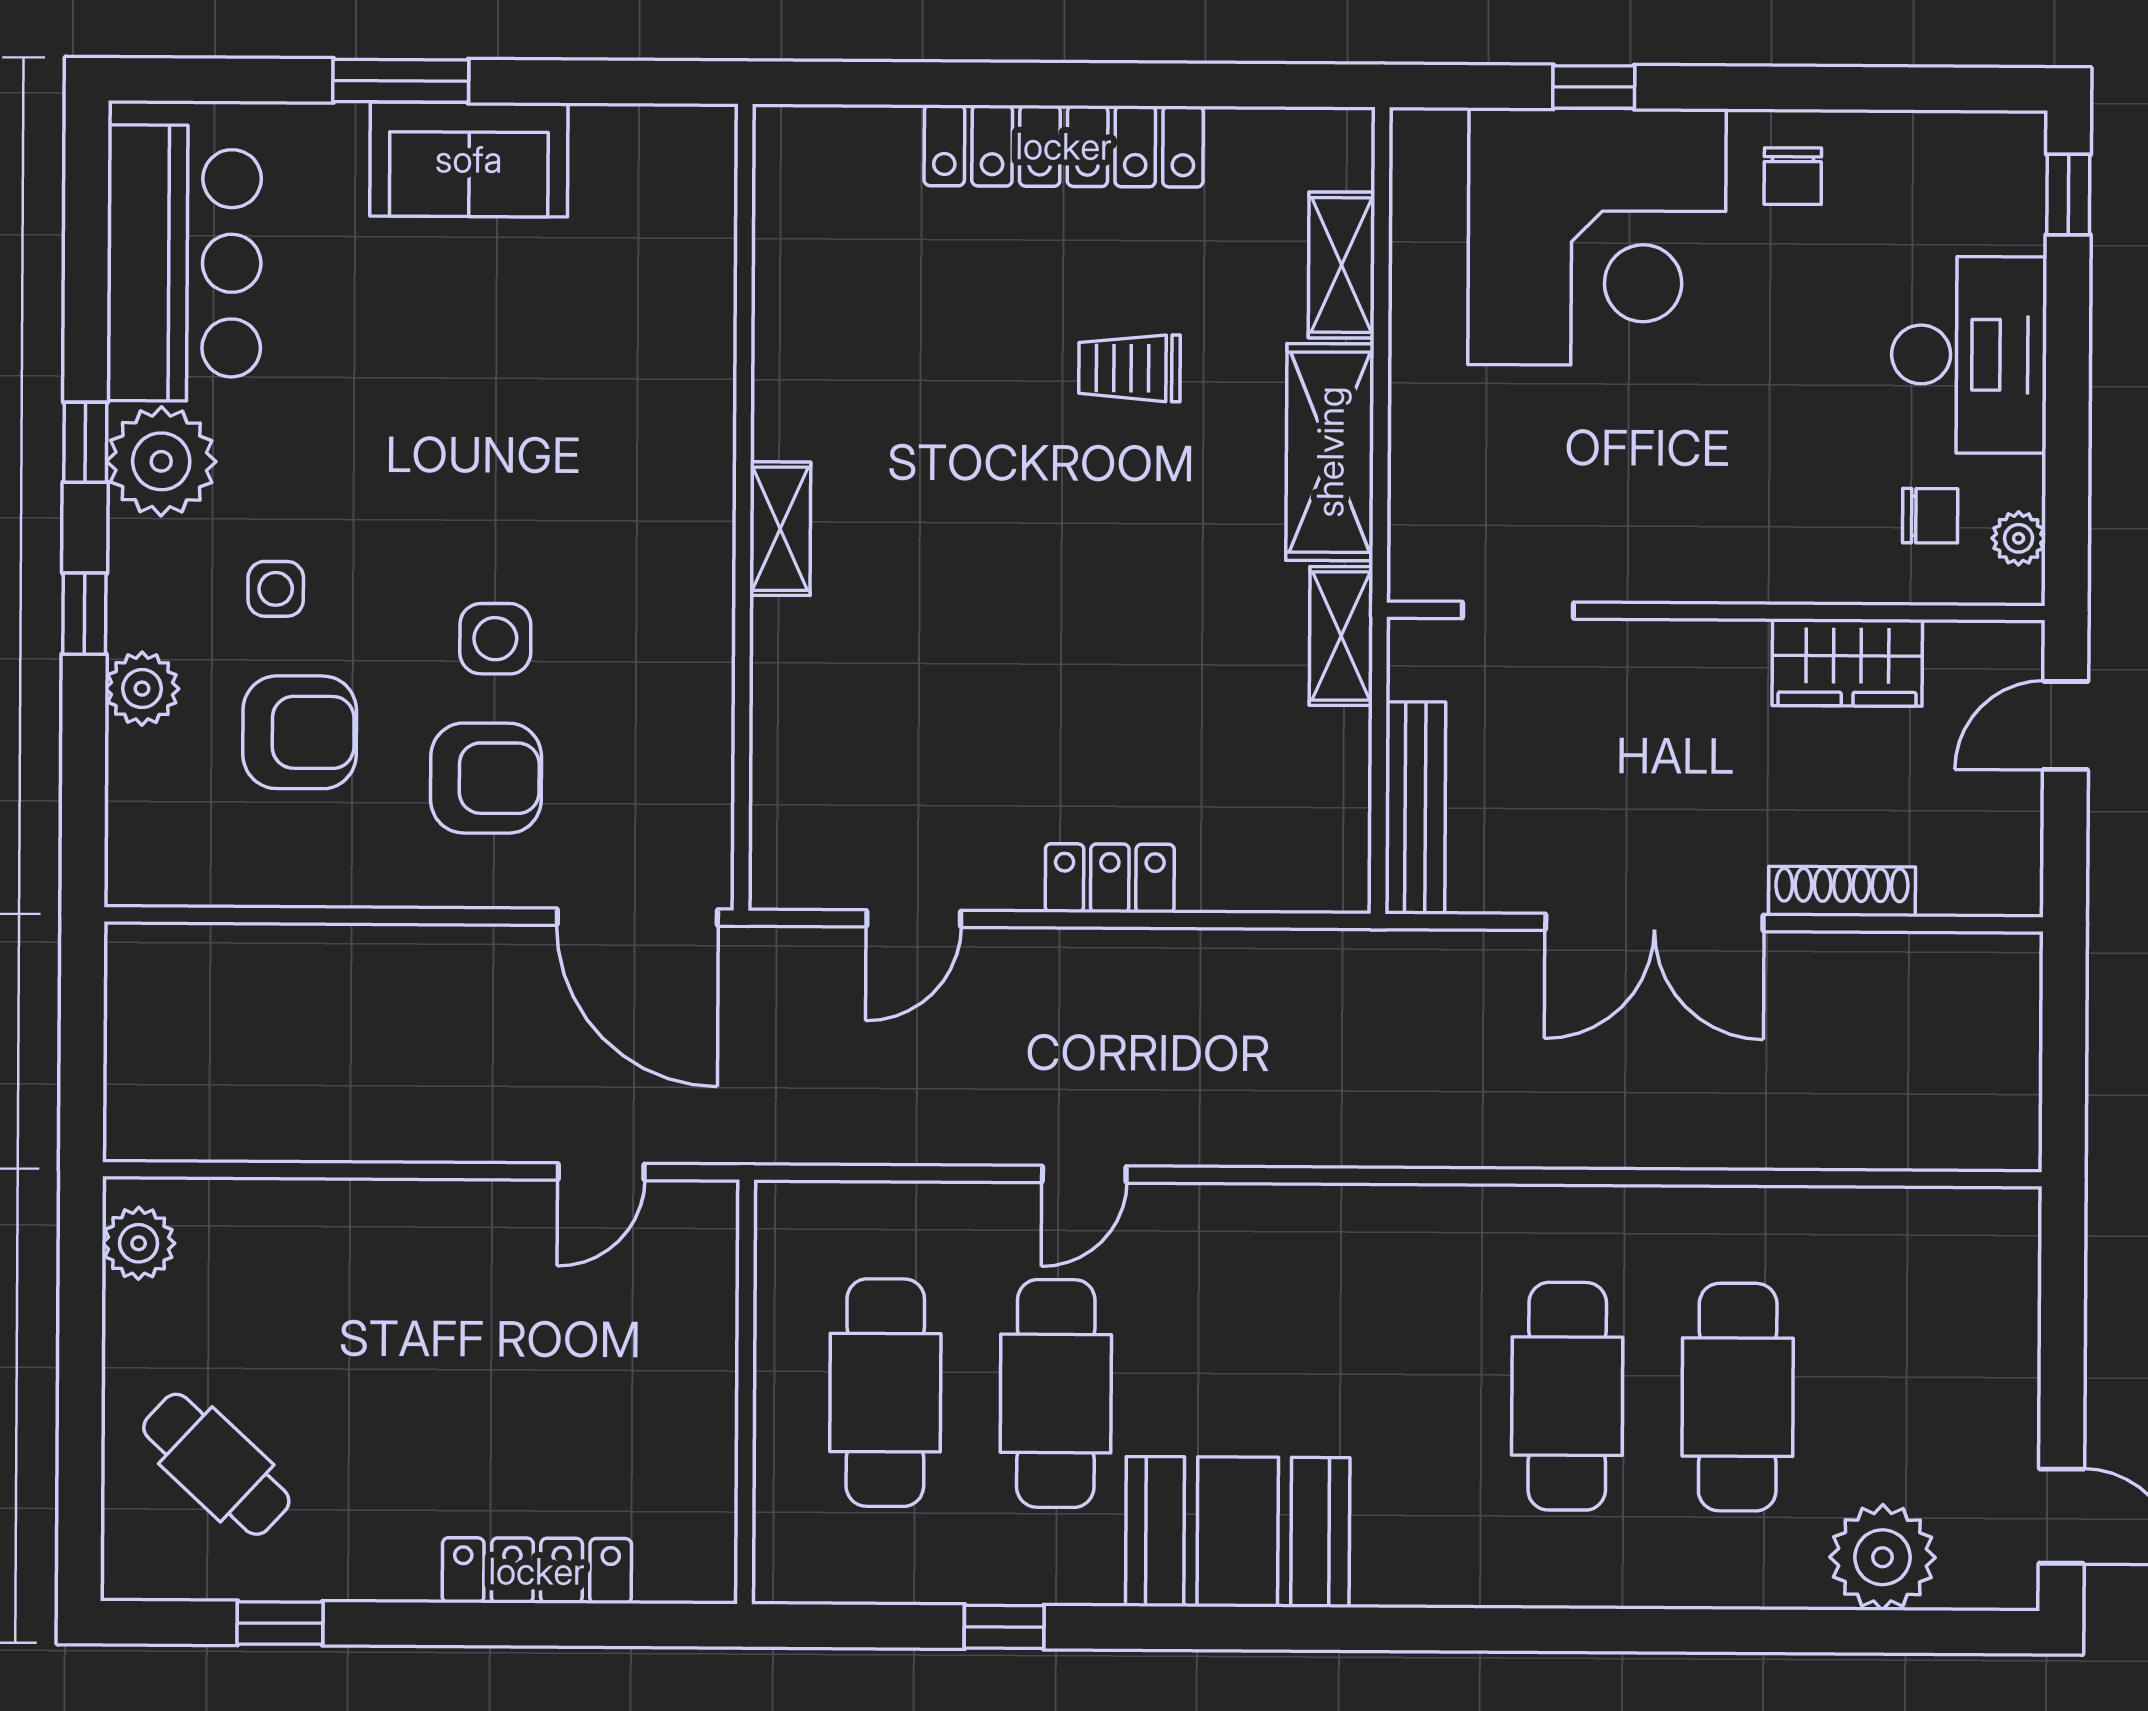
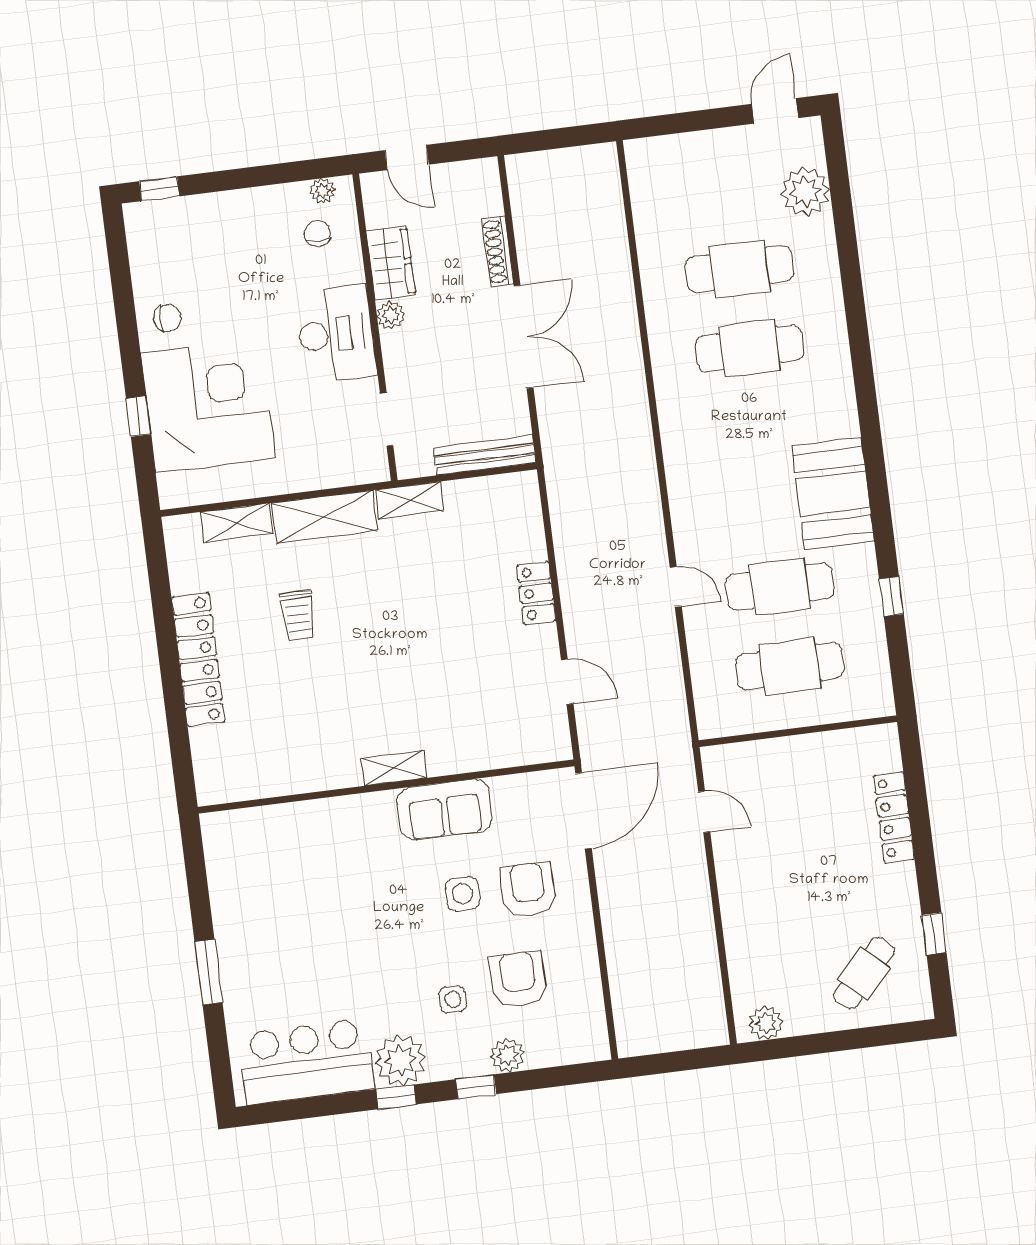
sofa: (469, 159) -> (445, 810), moved, turned 90
desk: (1969, 355) -> (336, 334), moved, turned 90
plant: (1737, 648) -> (391, 315), added

